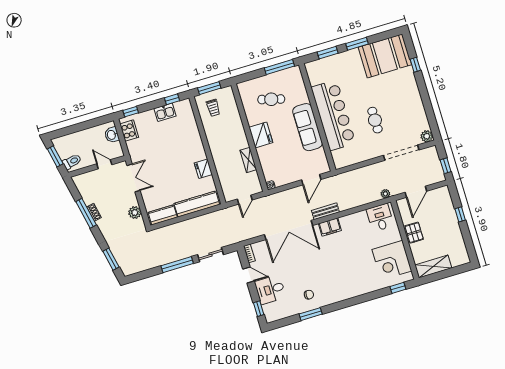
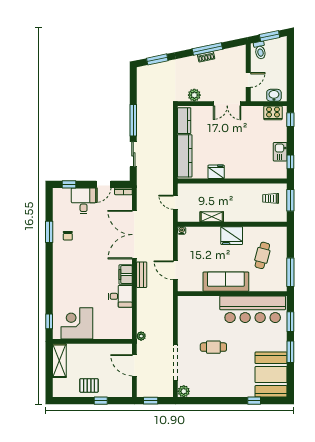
bar counter: (333, 115) -> (253, 309), moved
desk: (380, 218) -> (120, 296), moved
pallet: (414, 233) -> (89, 385), moved

